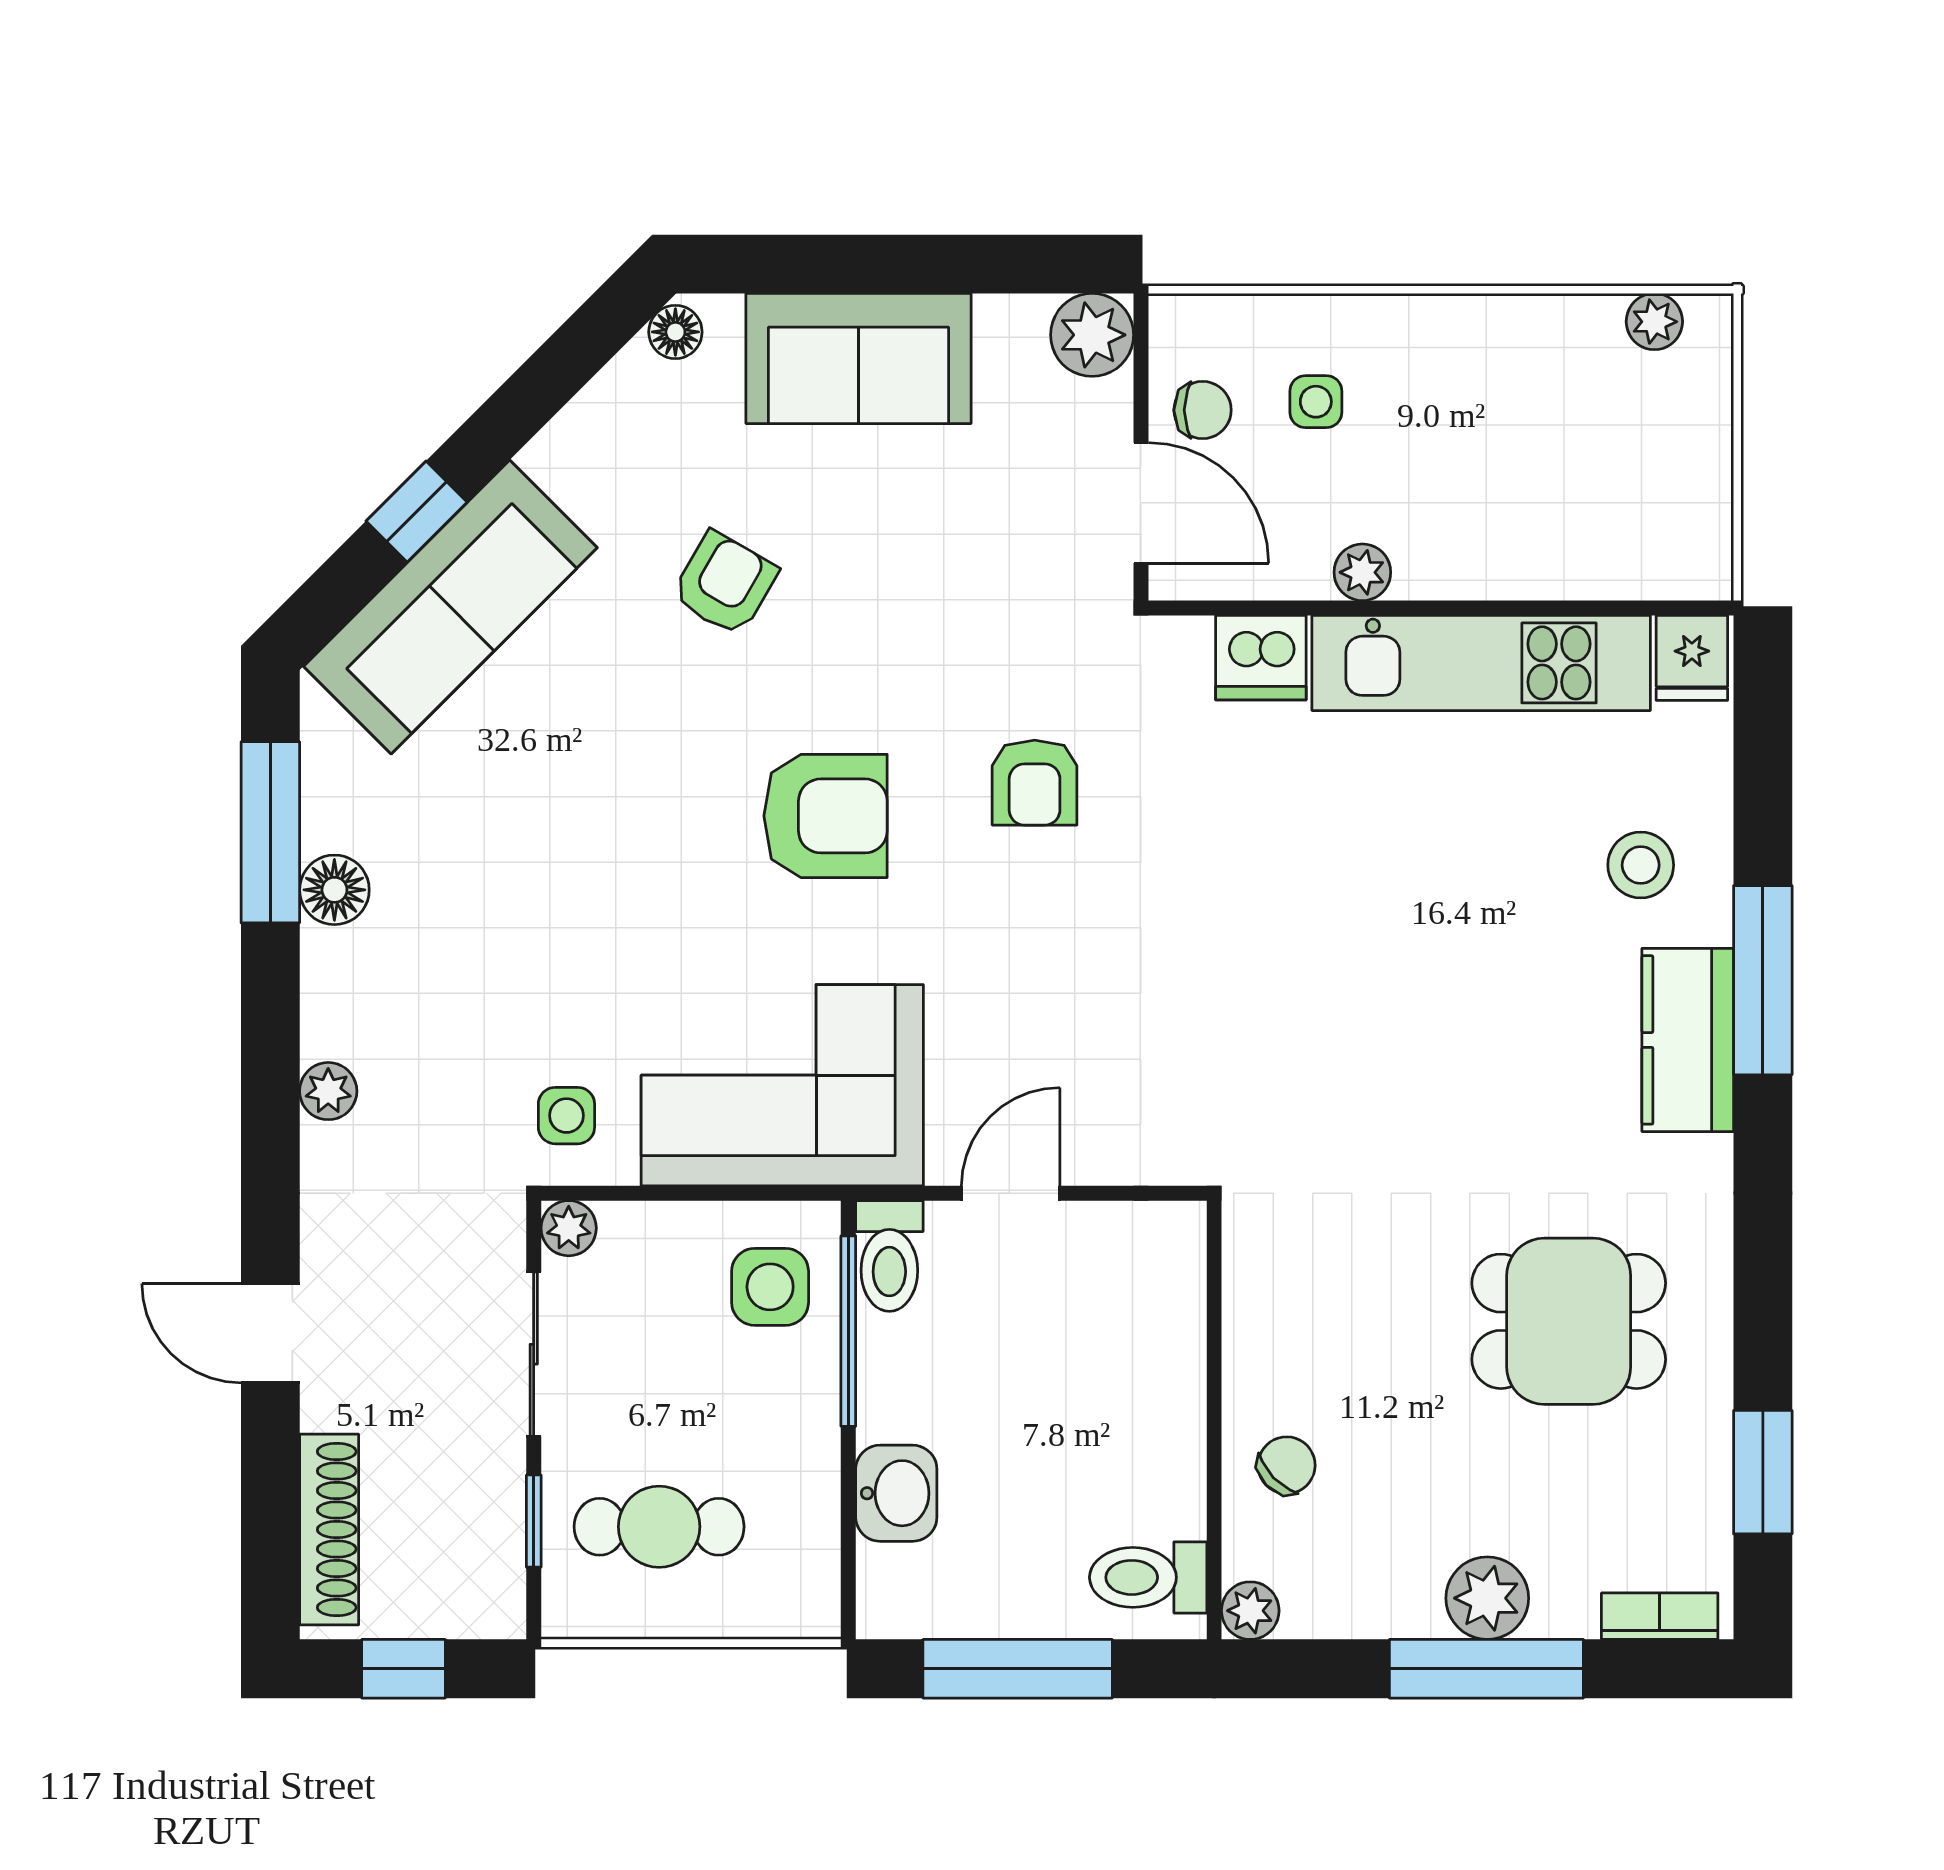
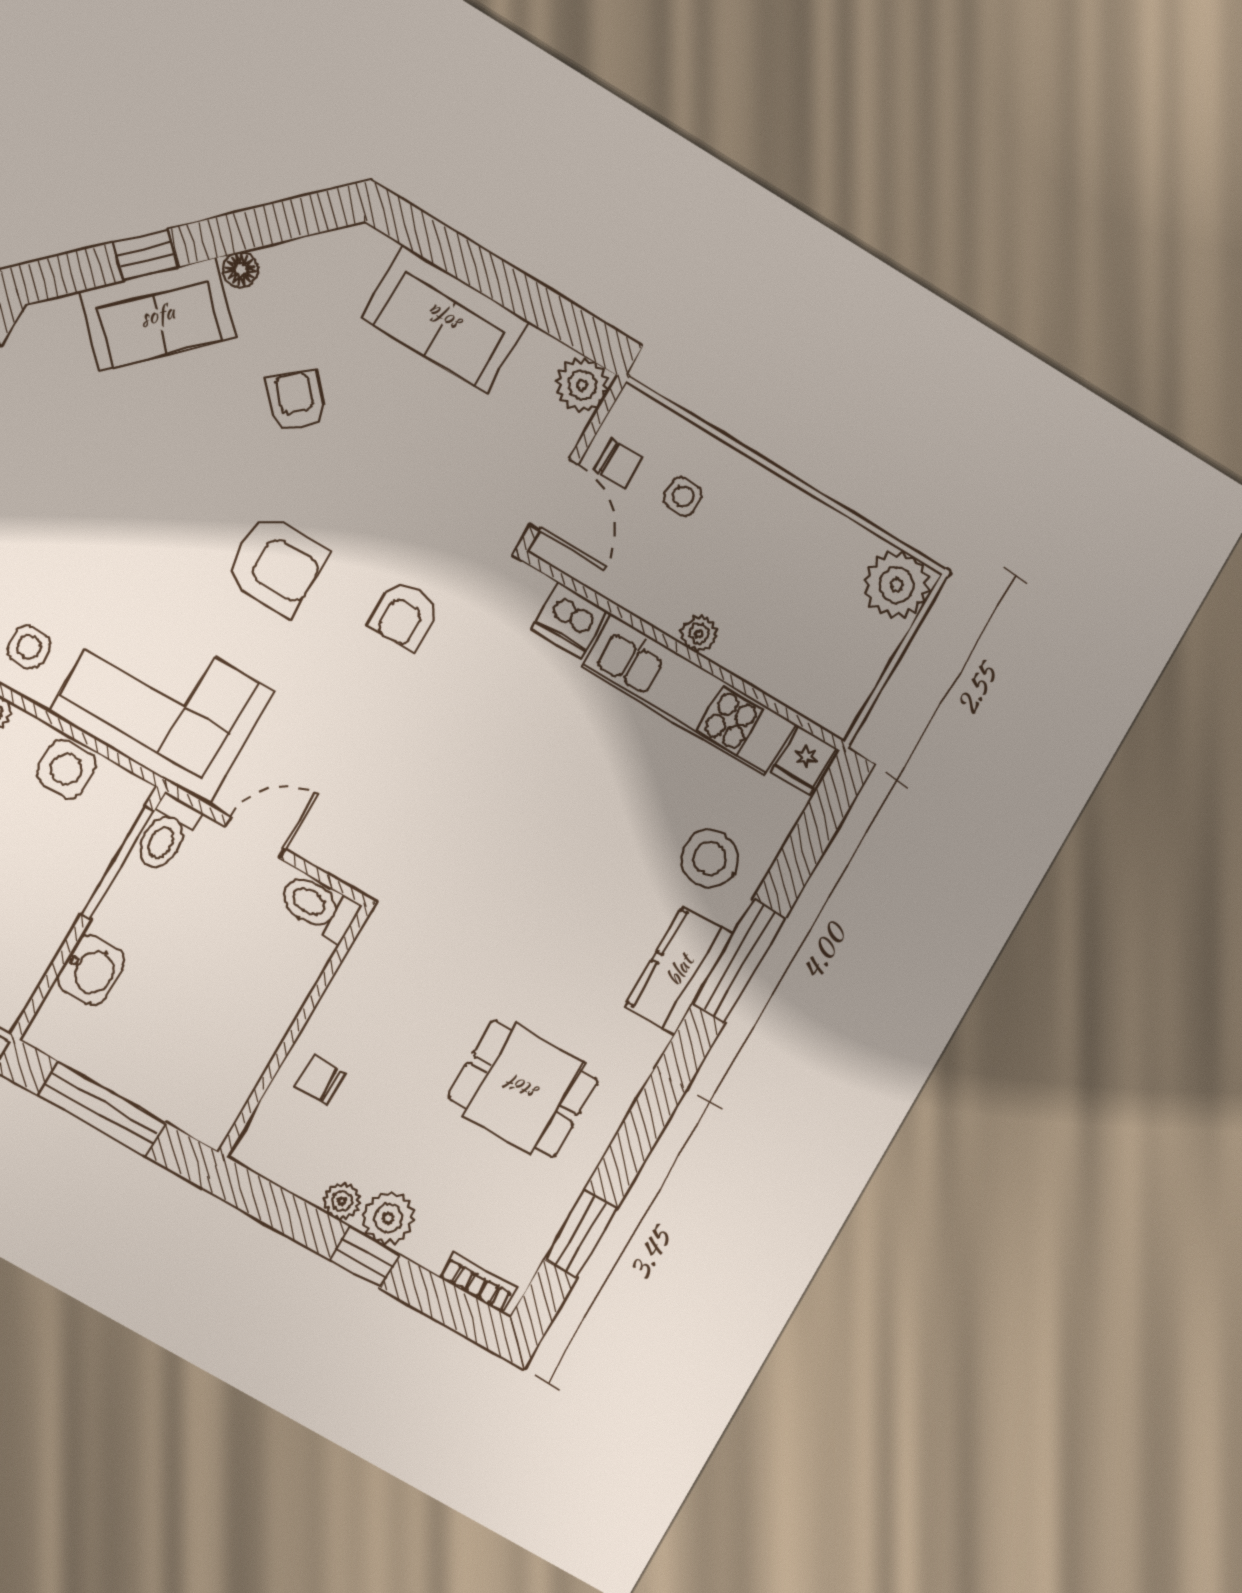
plant: (1654, 322) -> (897, 585), width x1.87, depth x1.87
floor lamp: (675, 332) -> (241, 270), moved
plant: (1362, 572) -> (699, 634), moved
armchair: (725, 584) -> (296, 400), turned -72
sofa: (450, 607) -> (157, 314), width x0.73
stool: (1641, 865) -> (710, 858), width x1.38, depth x1.38
side table: (770, 1287) -> (66, 769), moved
chair: (1287, 1465) -> (320, 1080), turned -136
toilet: (1148, 1577) -> (318, 907), moved
plant: (1250, 1611) -> (342, 1201), moved
window: (1486, 1669) -> (365, 1257), width x0.46

